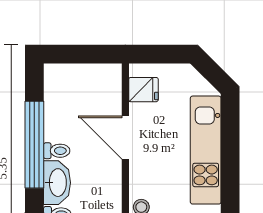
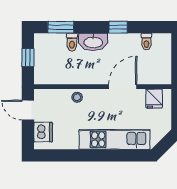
window: (34, 145) -> (118, 27), width x0.32
toilet: (57, 151) -> (146, 42), moved

